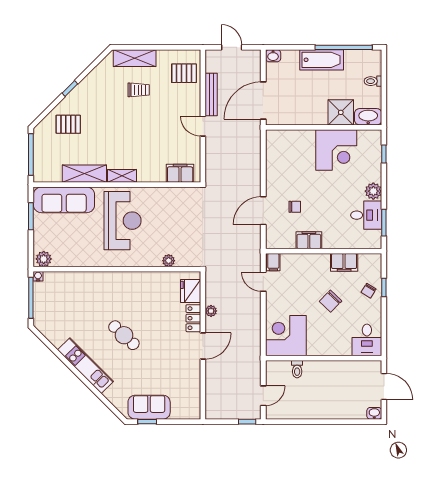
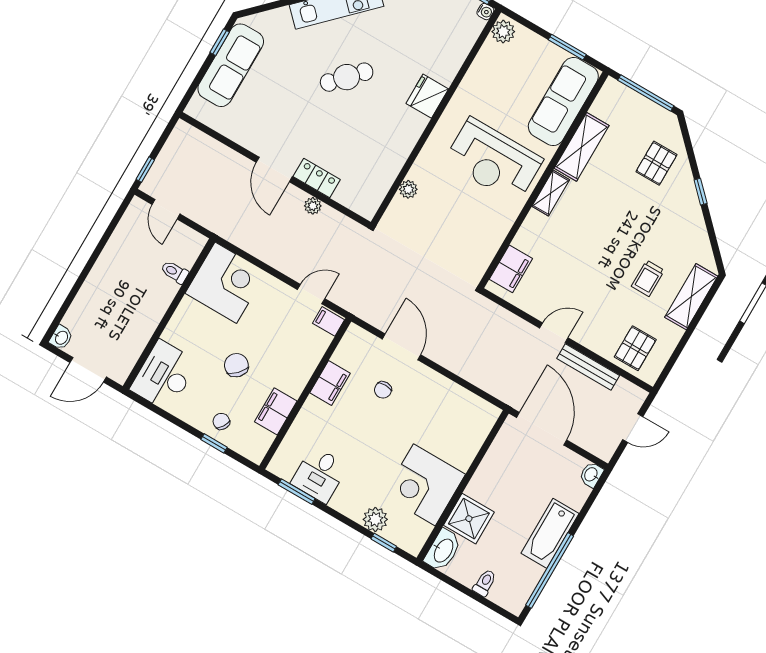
plant: (373, 191) -> (375, 519), moved
fridge: (191, 291) -> (427, 96), moved, turned -90
desk: (367, 340) -> (164, 376), width x1.37
sofa: (149, 407) -> (231, 65), width x1.36

